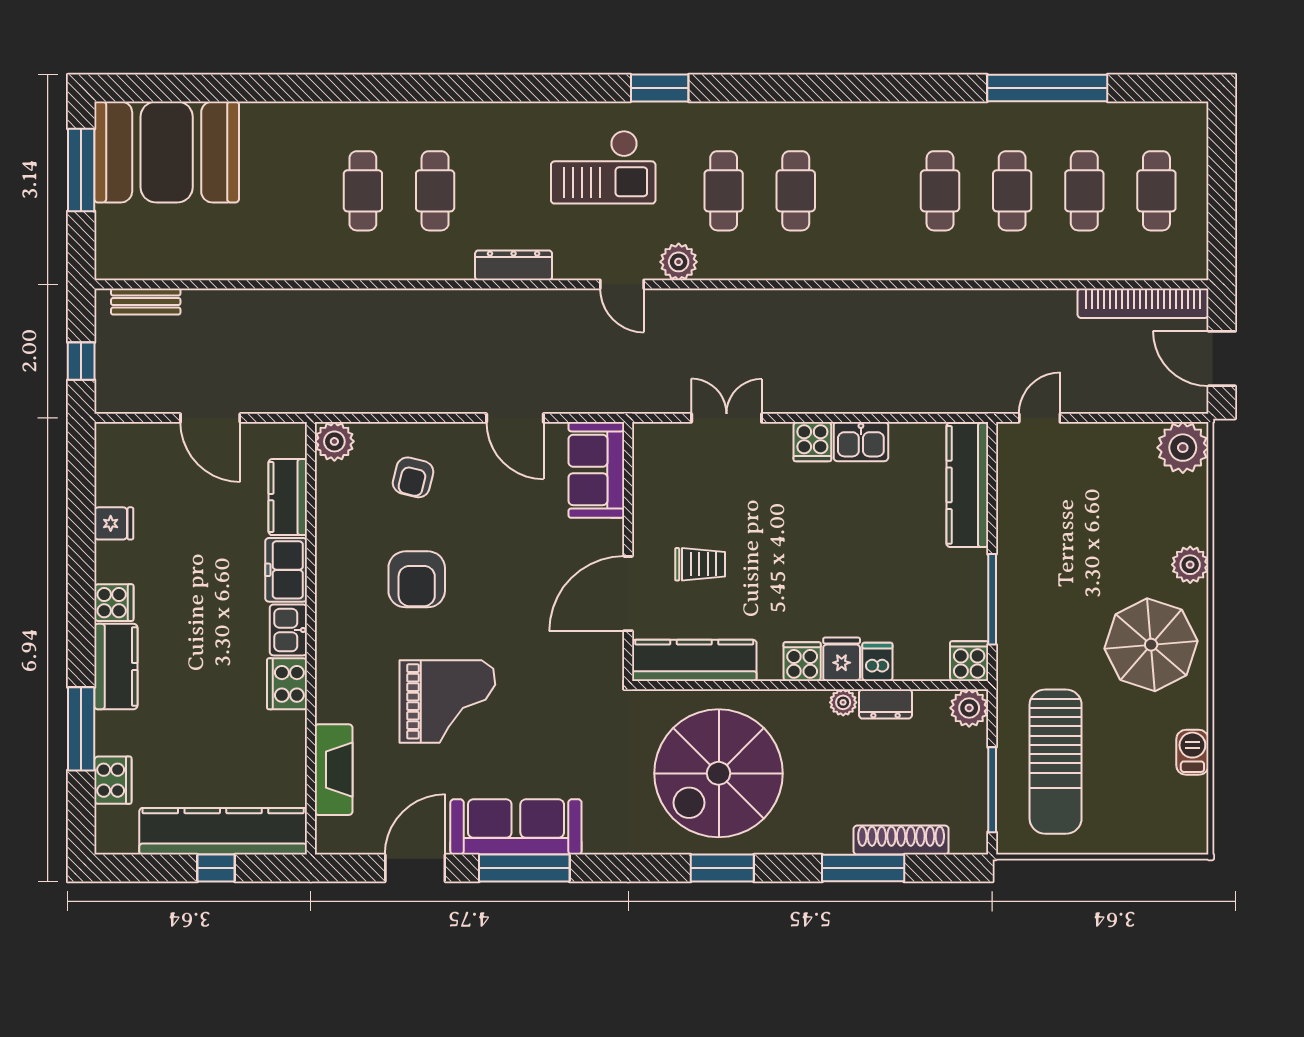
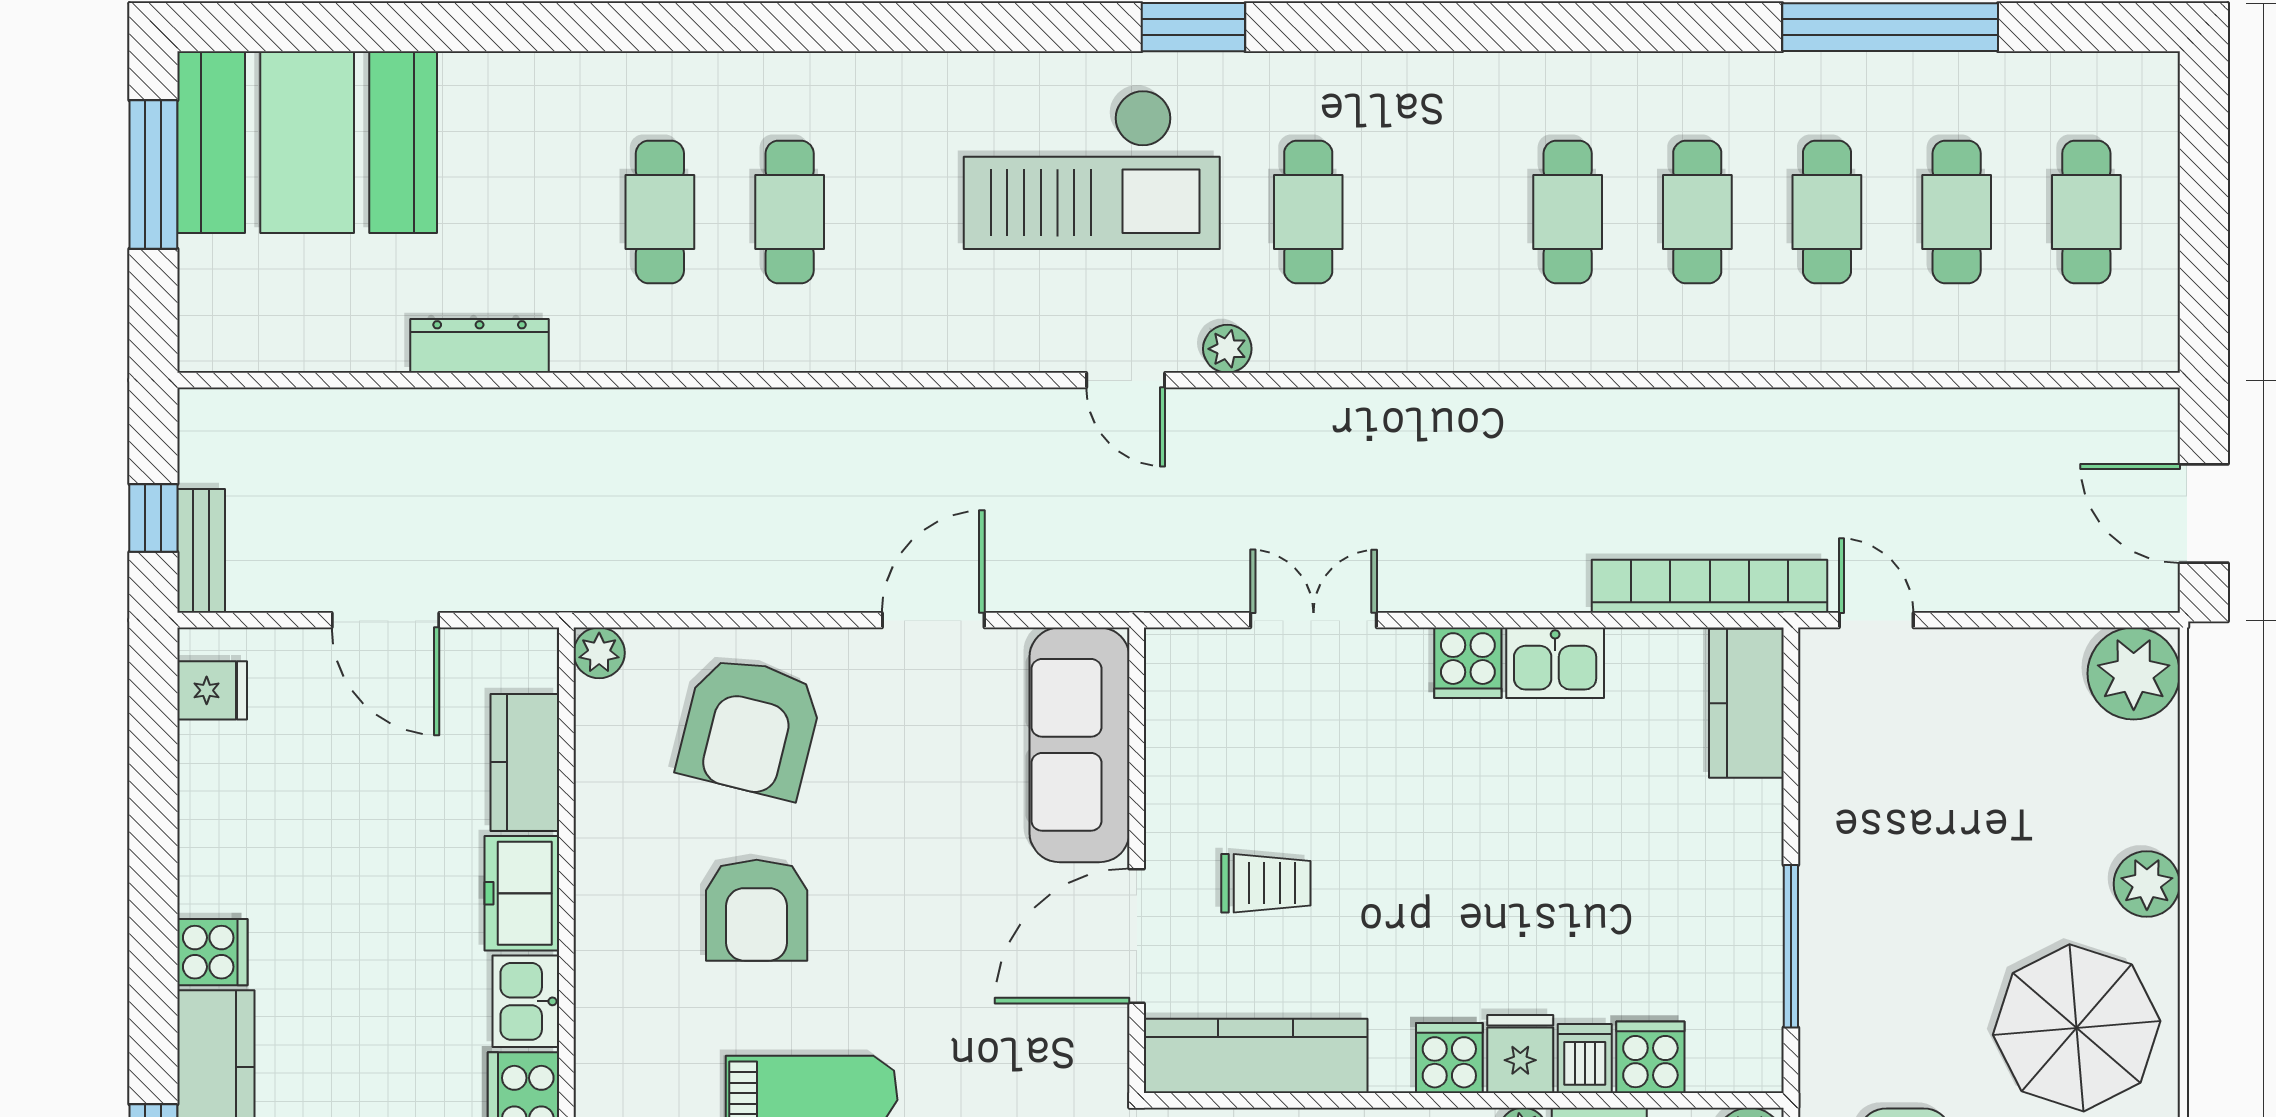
checkout: (603, 167) -> (1092, 169), width x1.36, depth x1.21
cafe table: (796, 191) -> (1568, 212), moved
plant: (679, 262) -> (1227, 349), width x0.73, depth x0.73
dresser: (514, 265) -> (480, 346), moved
bench: (146, 302) -> (201, 551), moved, turned 90
bookcase: (1143, 303) -> (1710, 586), moved, turned 180
door: (515, 418) -> (933, 620), swing flipped
door: (1040, 418) -> (1876, 620), hinge flipped
plant: (334, 441) -> (599, 653), width x0.73, depth x0.73
sofa: (596, 470) -> (1079, 745), width x1.36
armchair: (413, 477) -> (750, 727), width x1.88, depth x1.88
kitchen counter: (967, 485) -> (1746, 703), width x0.67
fridge: (114, 523) -> (212, 690), moved
cooker: (969, 661) -> (1650, 1057), moved

